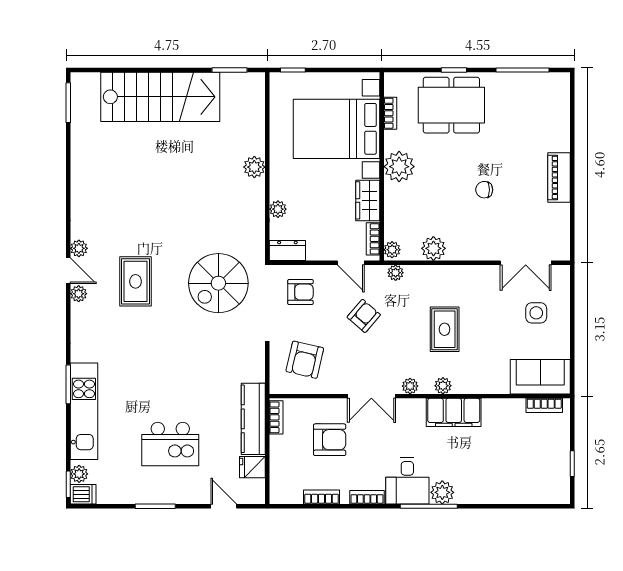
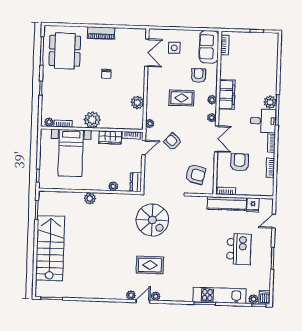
dining table: (451, 105) -> (65, 51), moved
bed with nightstands: (336, 129) -> (71, 153), width x0.73
plant: (392, 250) -> (49, 122), moved
armchair: (300, 292) -> (198, 75), moved

